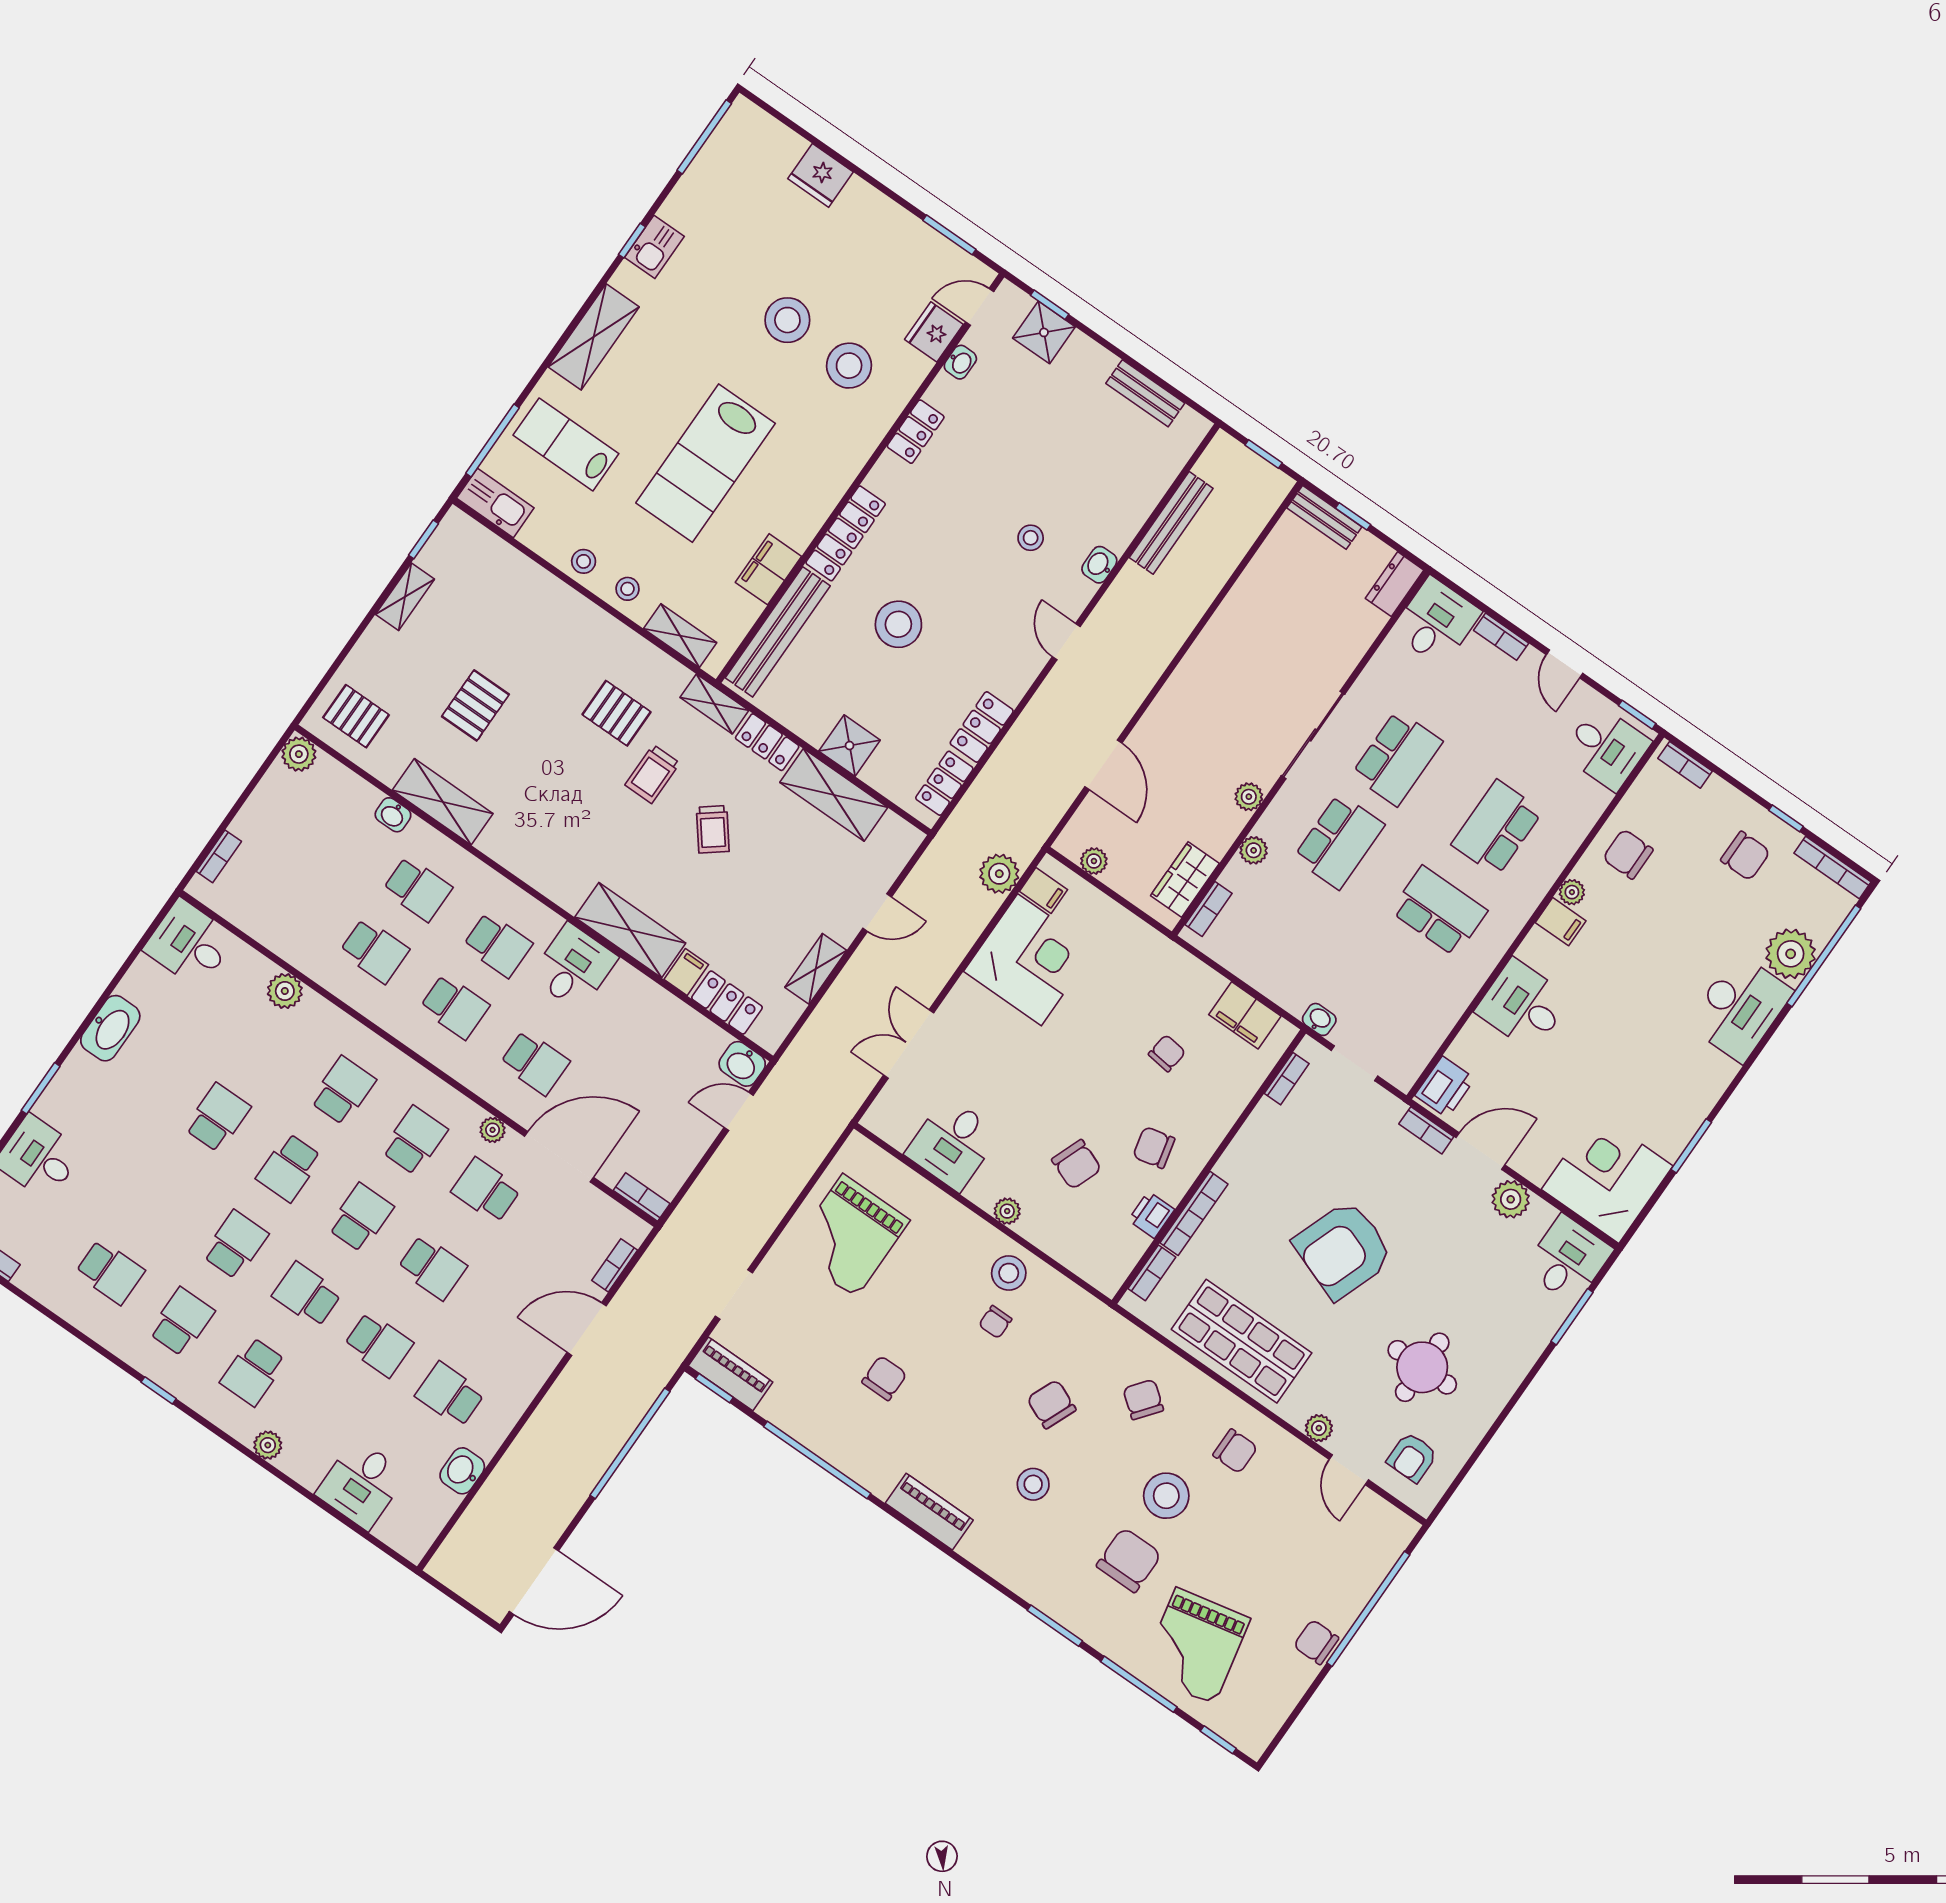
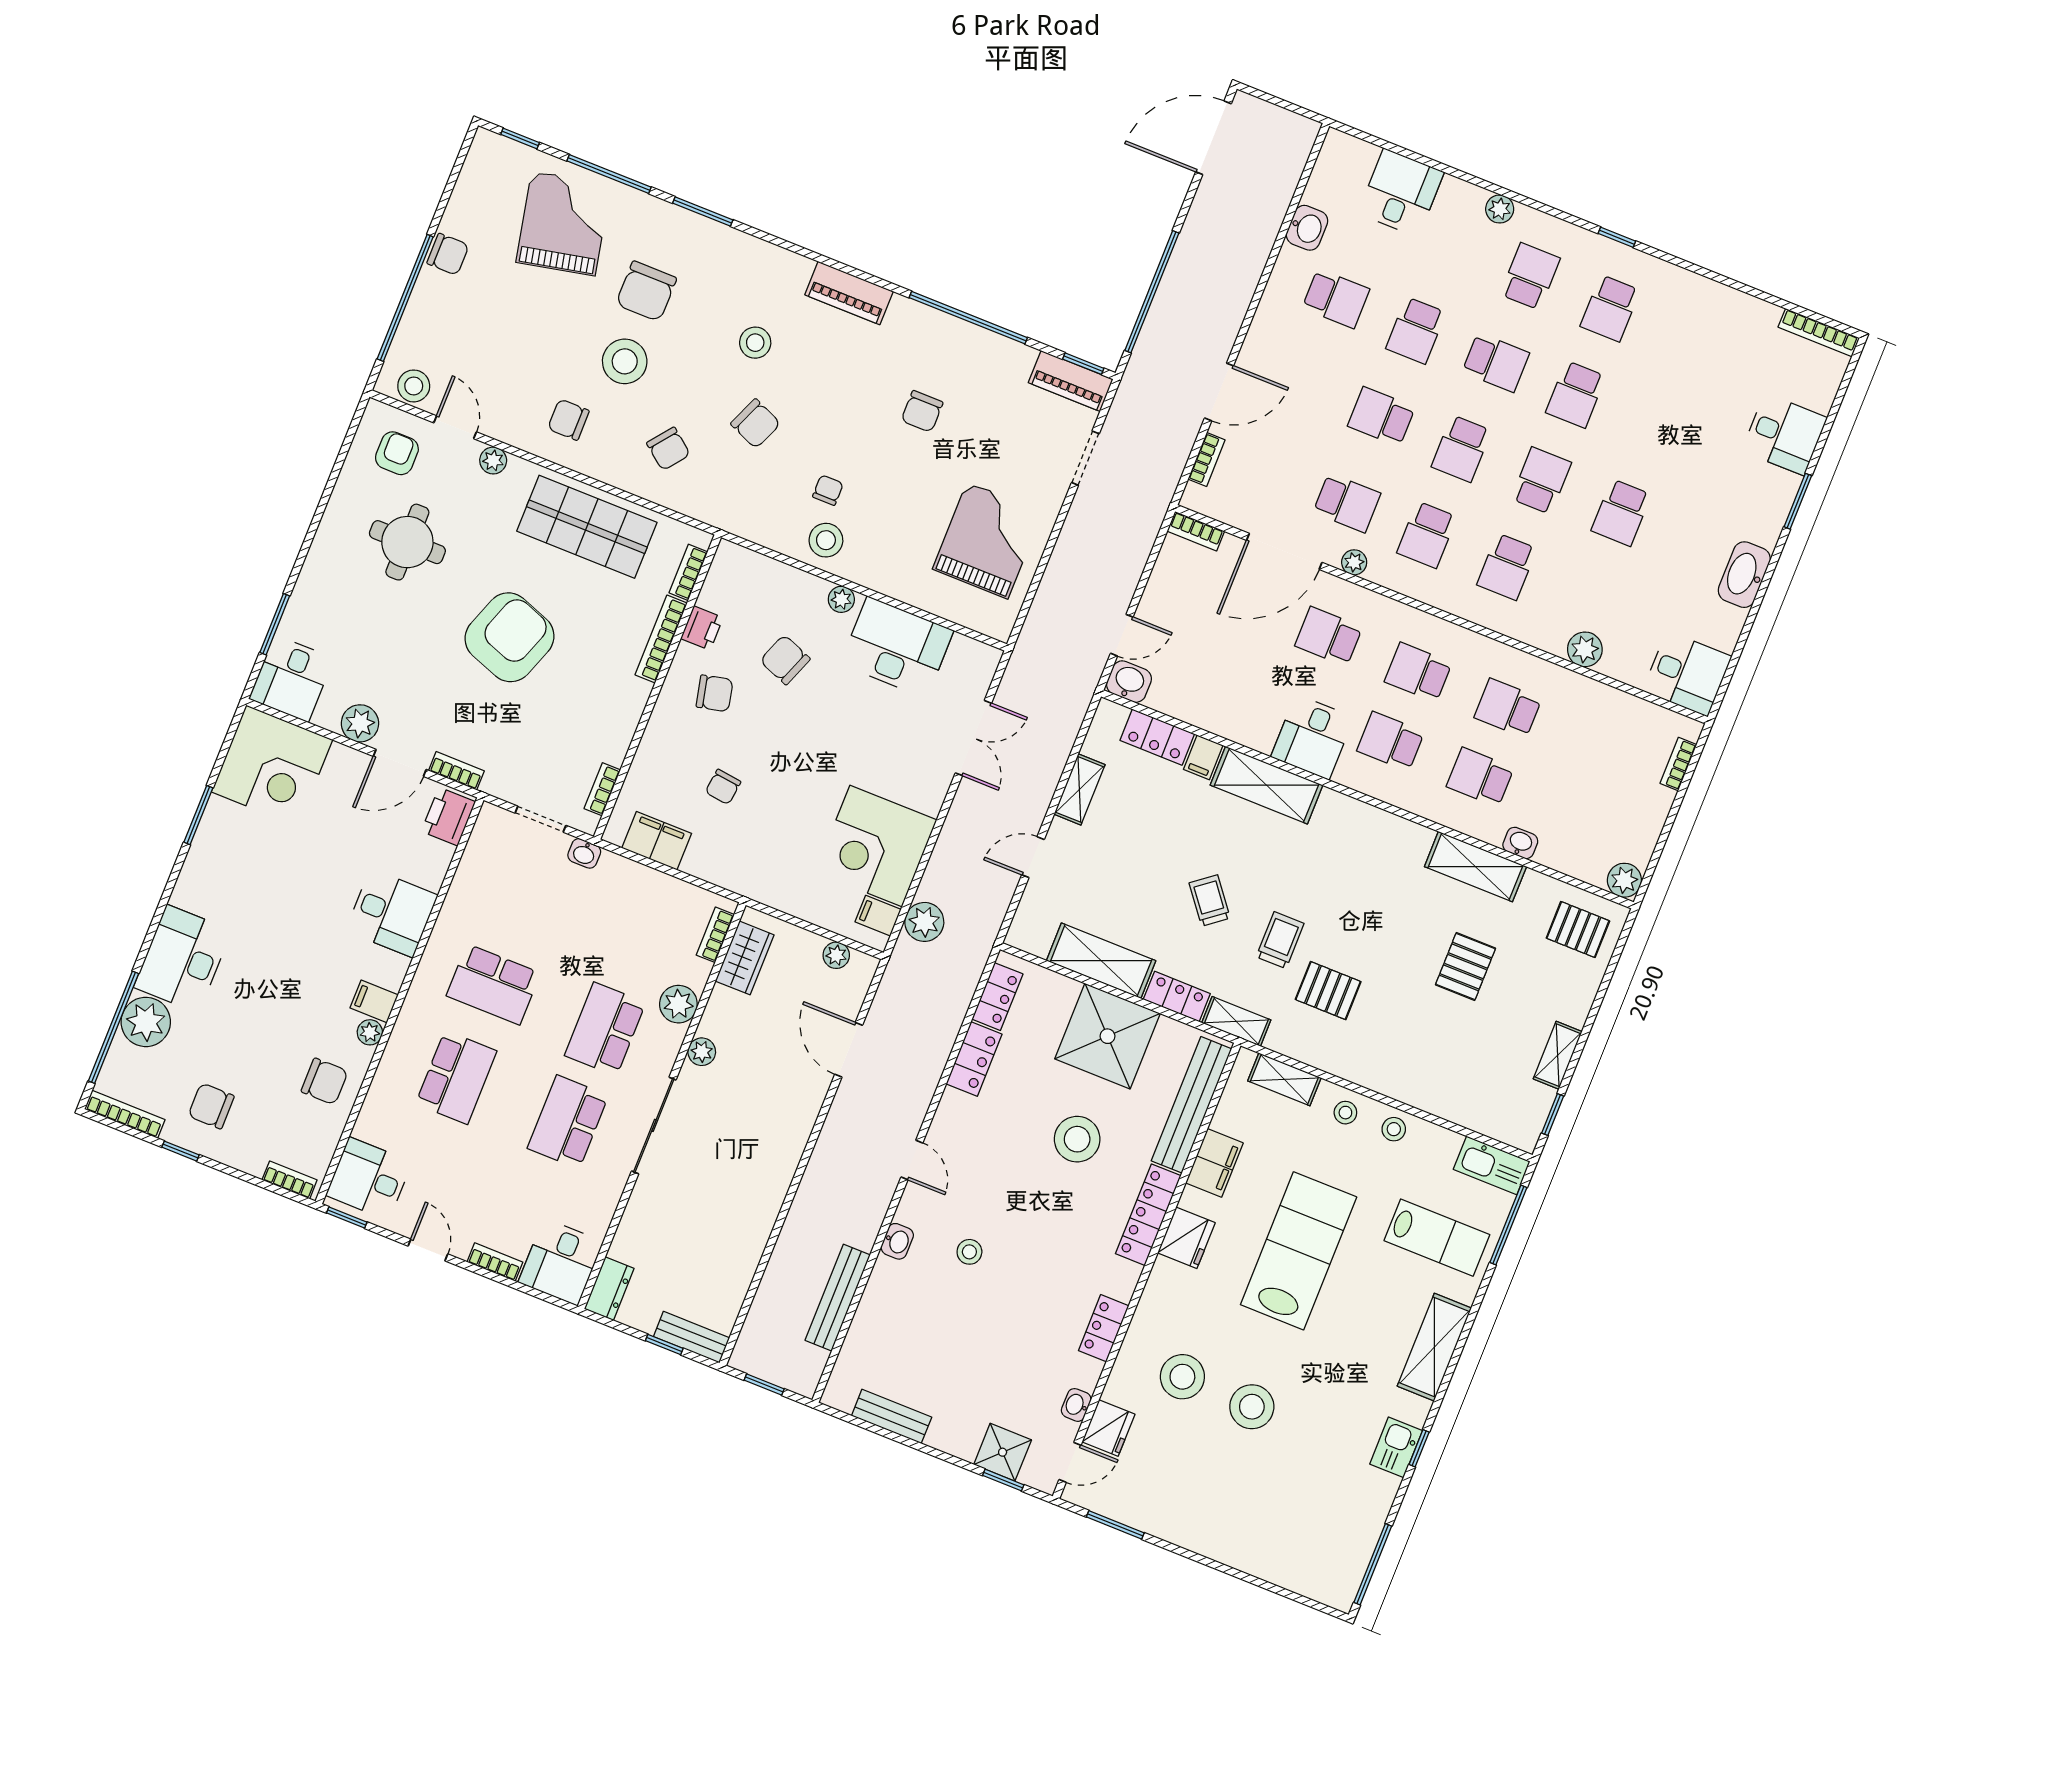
fridge: (821, 175) -> (1186, 1238), moved, turned 90
shower: (850, 746) -> (1107, 1036), width x1.86, depth x1.86
plant: (1254, 850) -> (678, 1004), width x1.38, depth x1.38
desk: (953, 1144) -> (897, 647), width x1.37
school desk: (110, 1272) -> (1690, 340), removed
school desk: (378, 1345) -> (1416, 330), turned -90
stool: (1380, 1520) -> (414, 386), added

